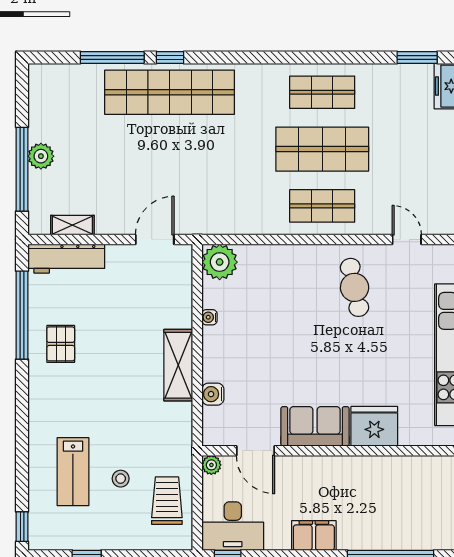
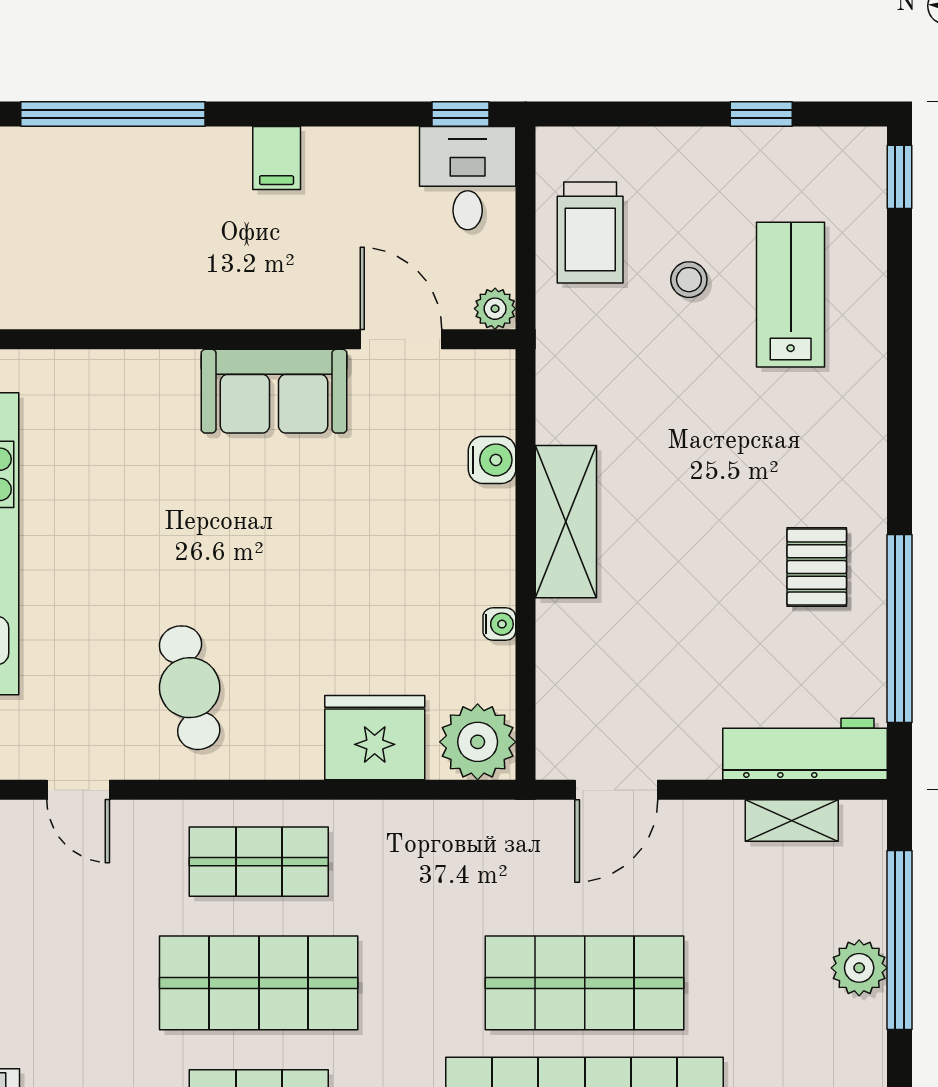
shop shelf: (170, 149) -> (585, 983), added
fridge: (374, 426) -> (375, 738), moved, turned 180
desk: (233, 526) -> (468, 178), width x0.73
filing cabinet: (314, 536) -> (277, 158), width x0.50

